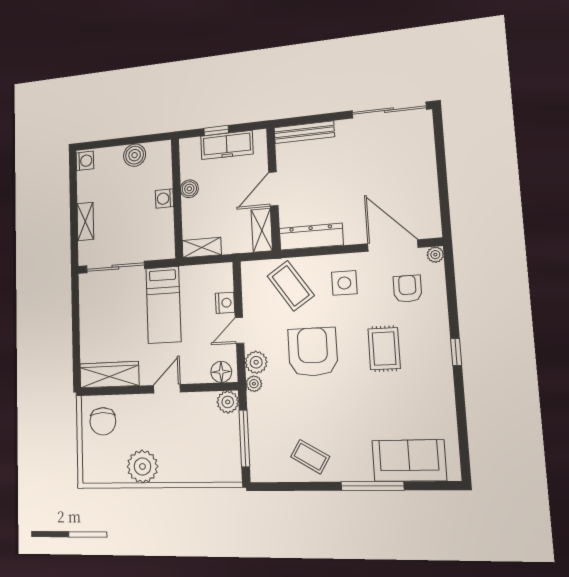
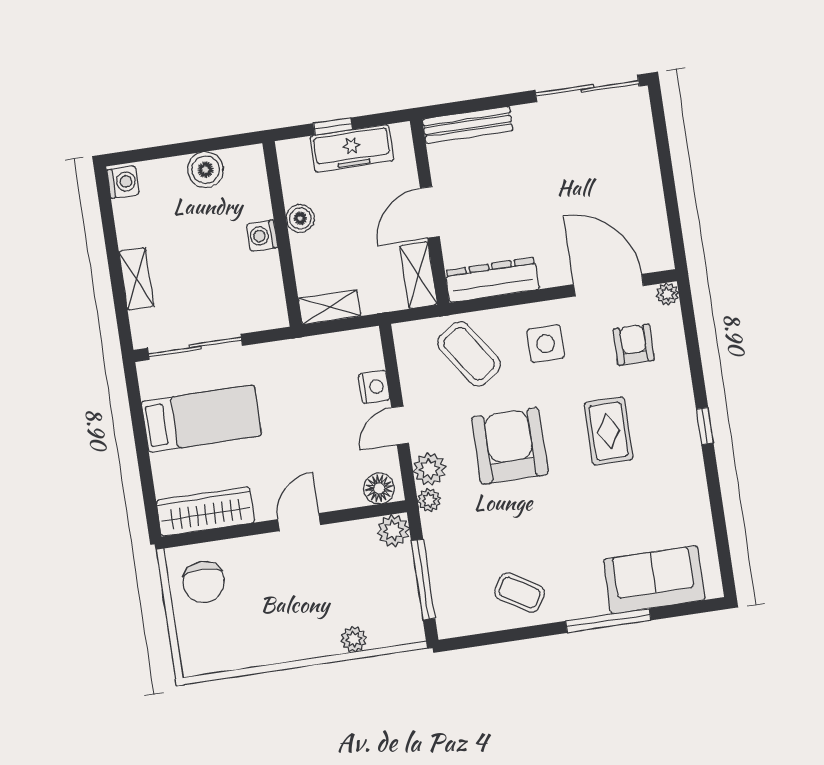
bed: (163, 305) -> (201, 419), moved, turned -90
plant: (142, 466) -> (354, 639), moved, width x0.53, depth x0.53

